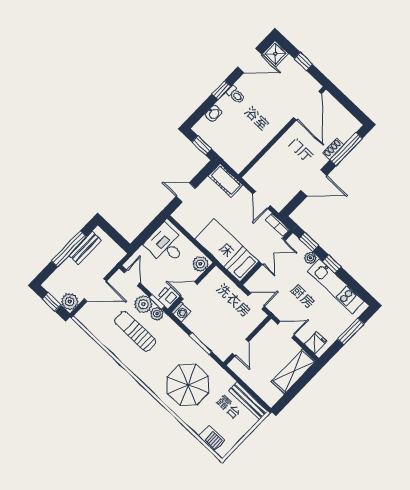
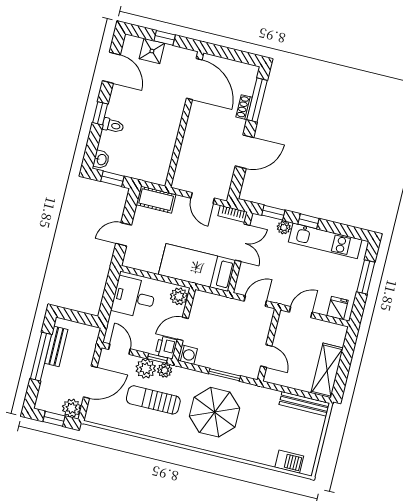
shower: (275, 54) -> (152, 51), moved
door: (250, 61) -> (111, 68), hinge flipped
toilet: (236, 95) -> (113, 125), moved
washbasin: (214, 113) -> (101, 160), moved
shelving: (294, 371) -> (327, 370), moved
parasol: (188, 385) -> (215, 412), moved

